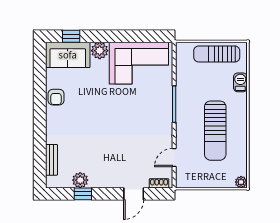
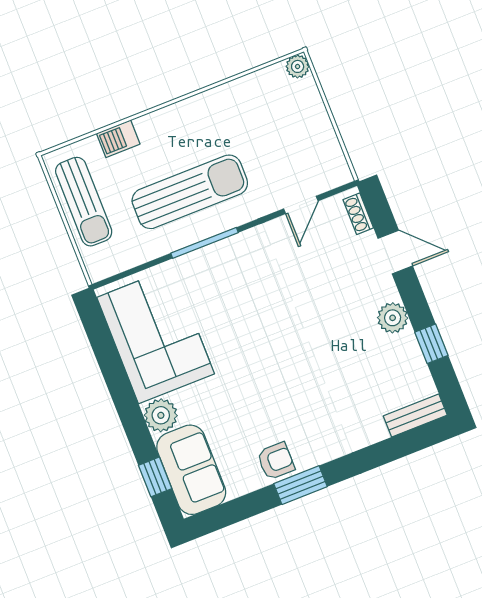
window: (40, 104) -> (300, 485), added
sun lounger: (215, 131) -> (190, 192), moved
door: (174, 158) -> (301, 205), hinge flipped
bench: (51, 160) -> (415, 415), moved
plant: (80, 180) -> (393, 318), moved

